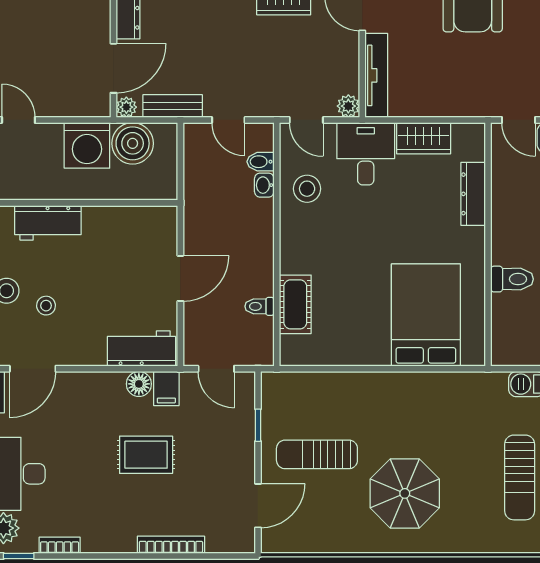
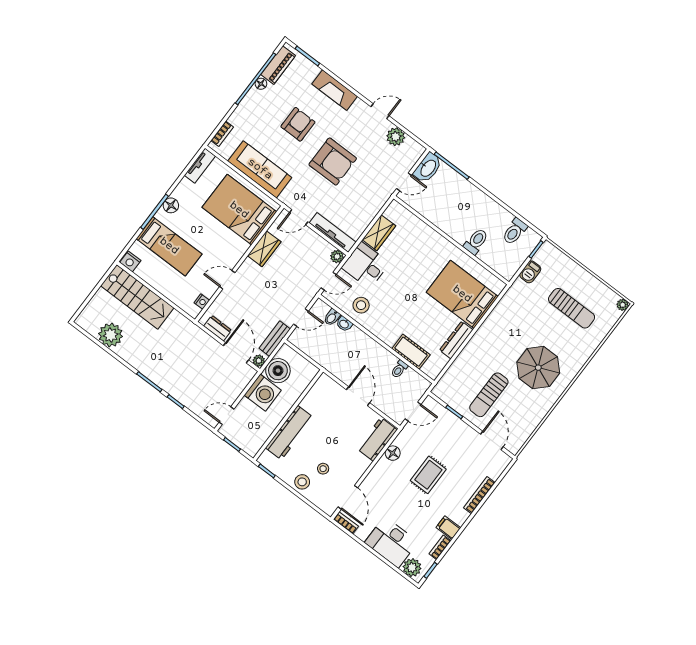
dresser: (473, 194) -> (456, 340), moved, turned 90
workbench: (48, 223) -> (289, 433), width x1.37
filing cabinet: (166, 389) -> (448, 528), moved, turned 180

